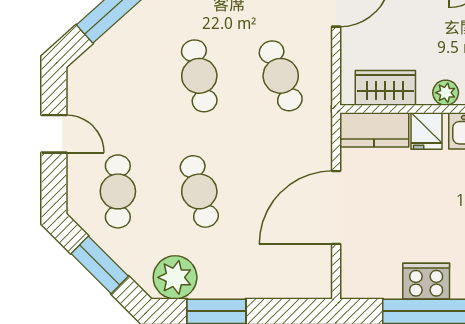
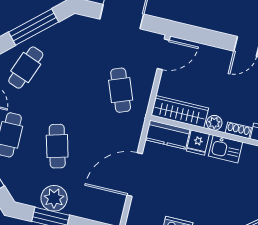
cafe table: (199, 76) -> (26, 68), moved, turned 33
wardrobe: (385, 88) -> (180, 112), width x1.50
plant: (175, 277) -> (54, 198), moved

